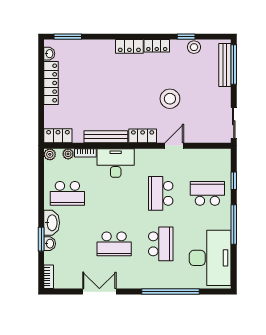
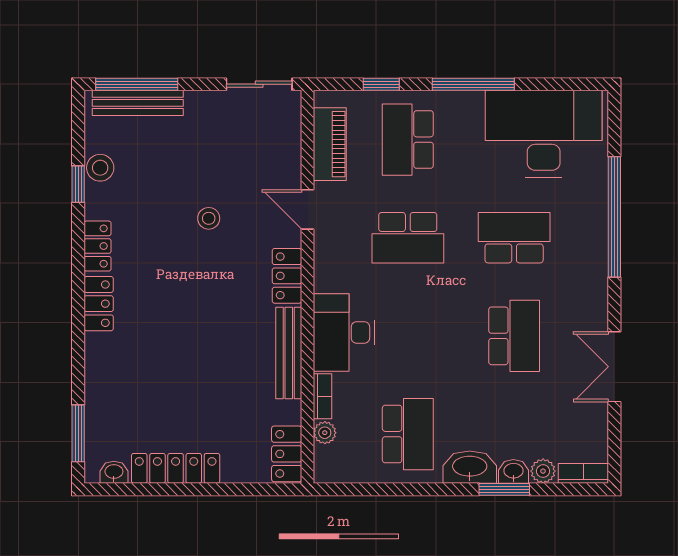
stool: (170, 99) -> (209, 218), width x0.53, depth x0.53
plant: (50, 154) -> (543, 471), moved
piano: (205, 156) -> (330, 144), added

